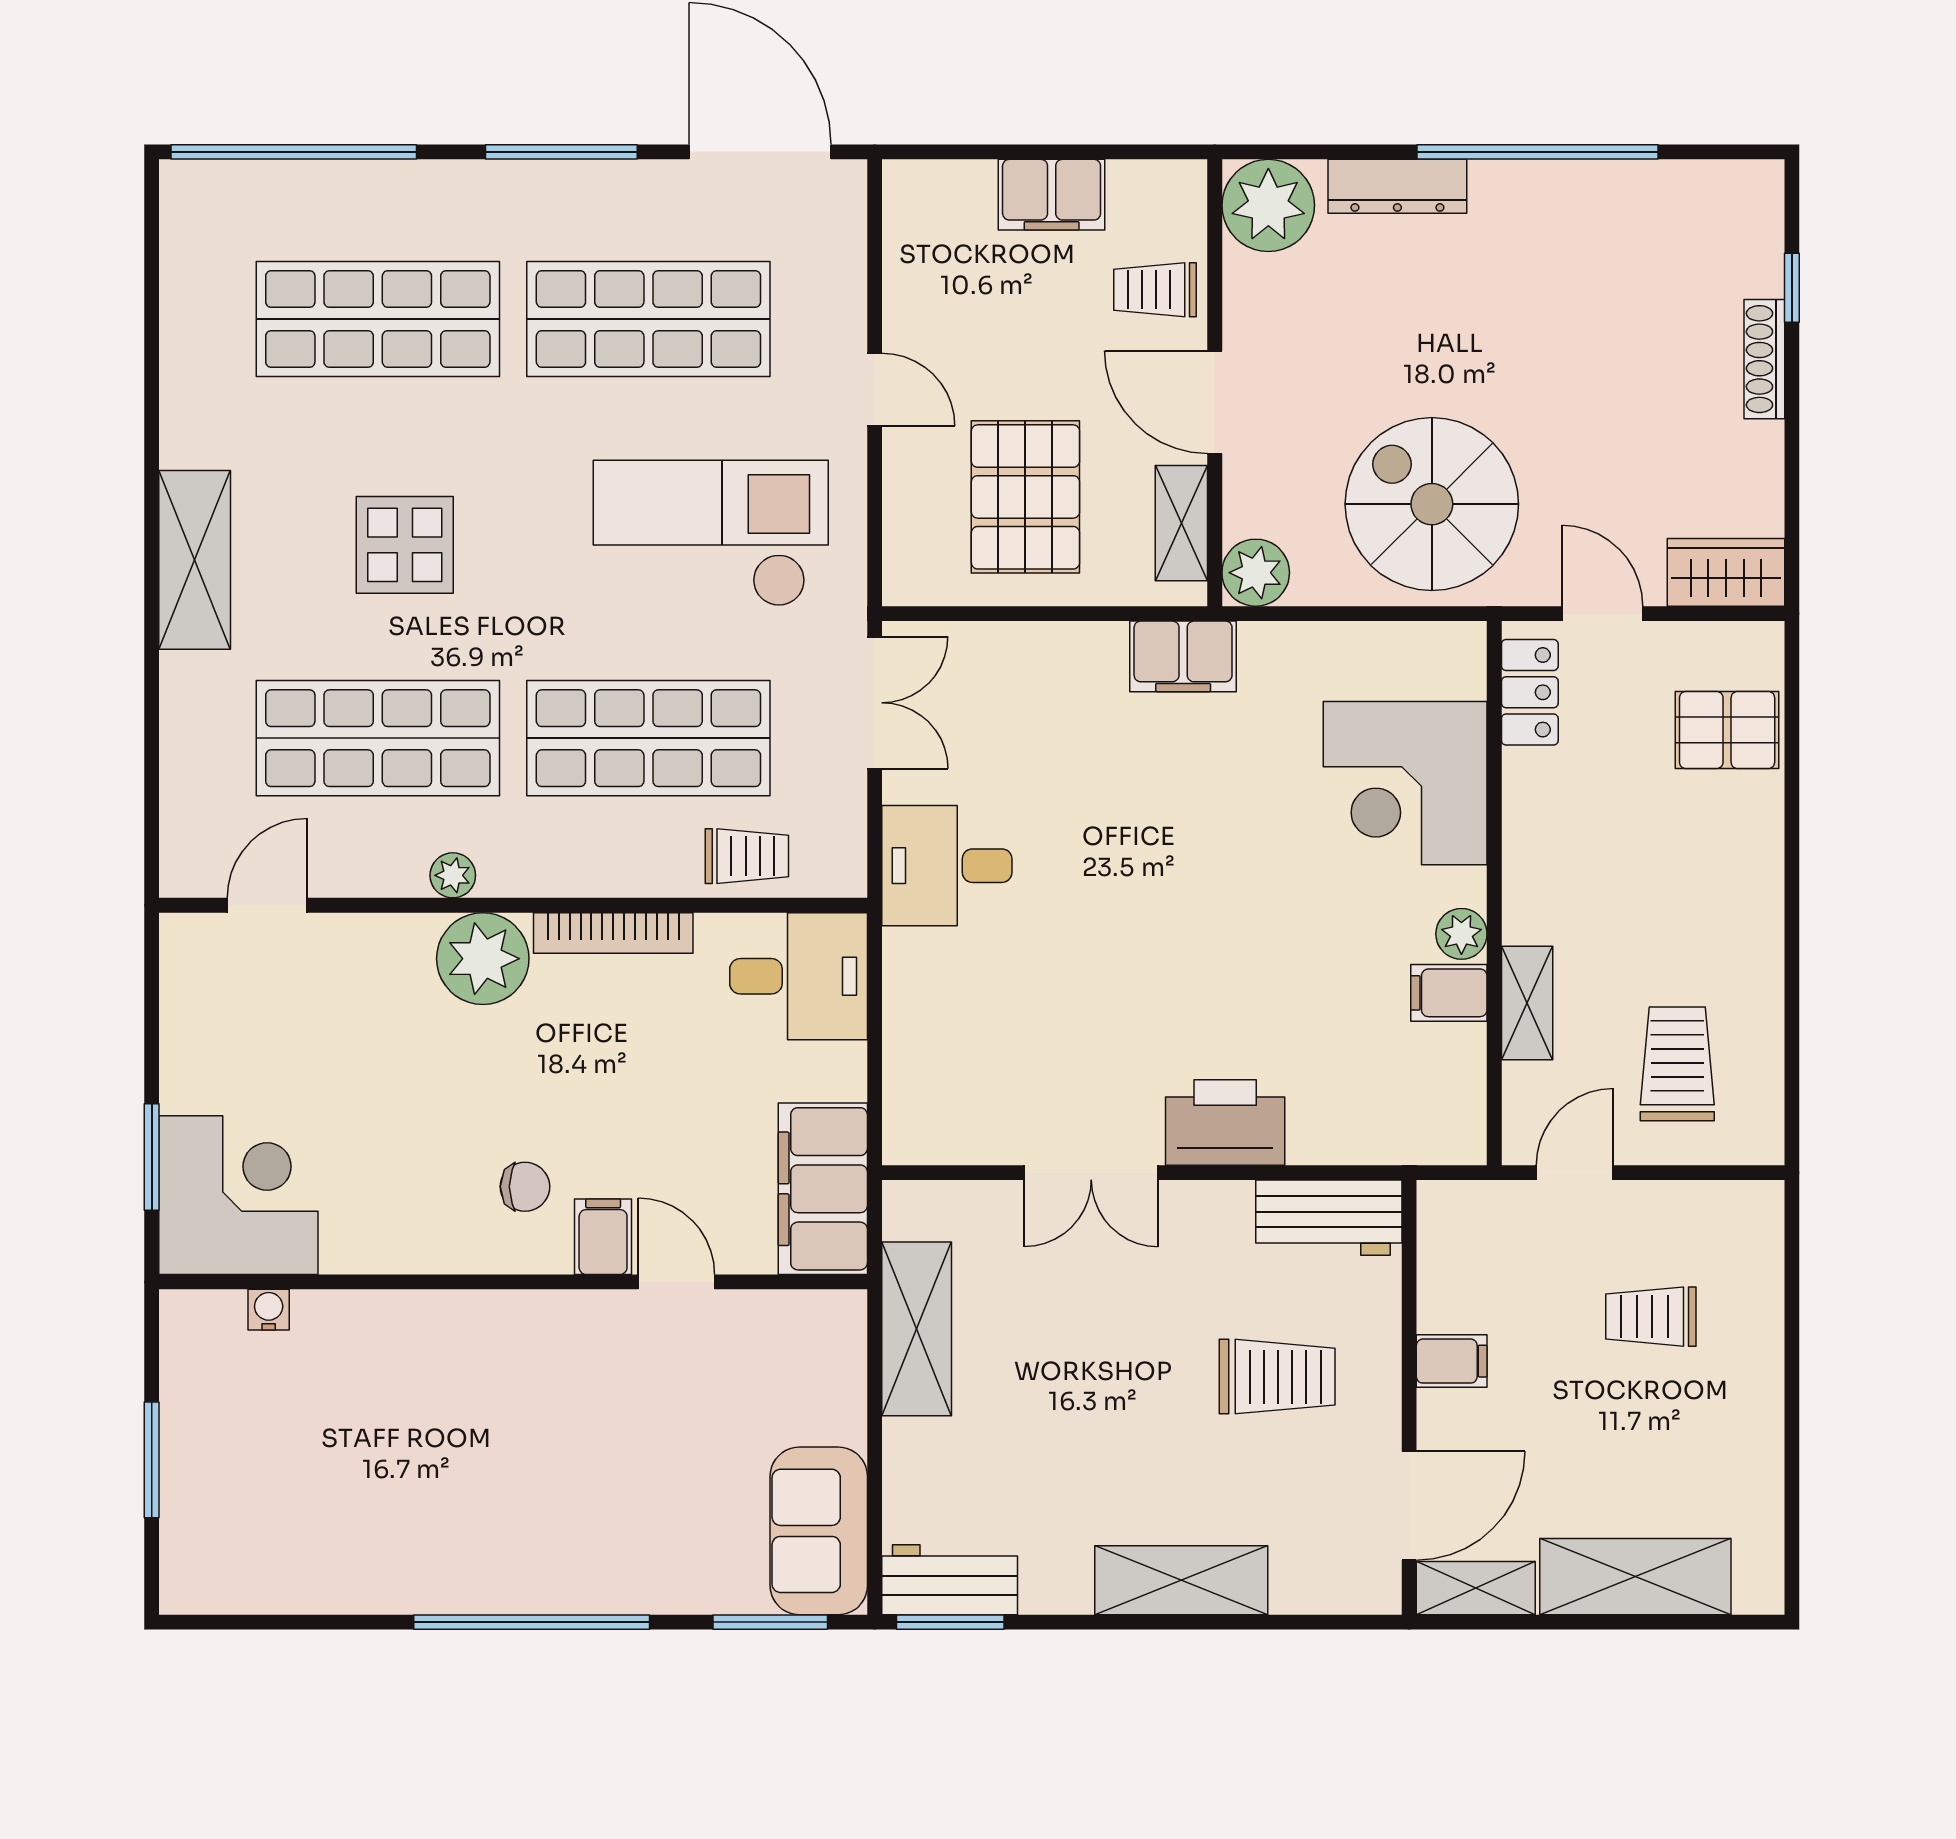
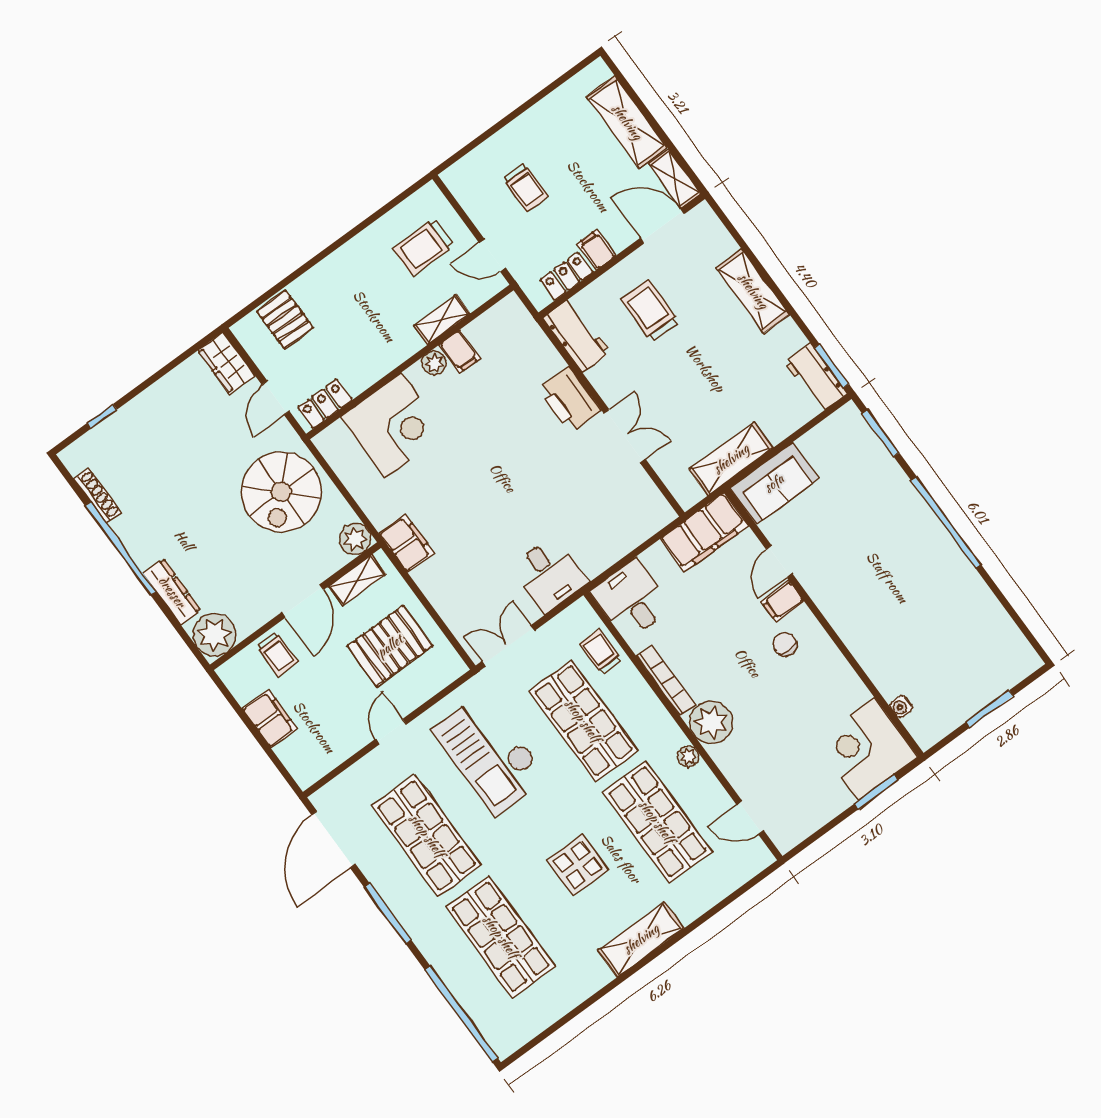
shoe rack: (1764, 359) -> (98, 496), moved, turned -90
locker: (1444, 1275) -> (567, 276), added
sofa: (819, 1531) -> (774, 483), moved

